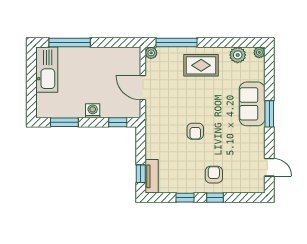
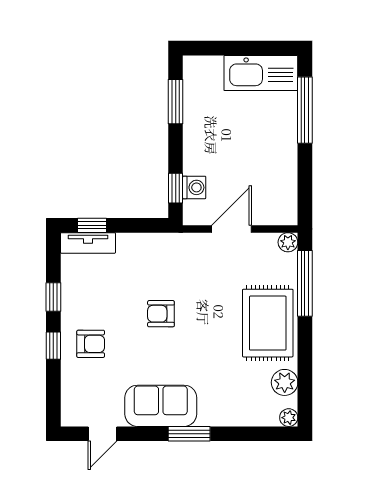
rug: (201, 65) -> (268, 323), width x1.36, depth x1.43
sofa: (252, 104) -> (161, 406), moved
washing machine: (93, 111) -> (194, 187), moved

